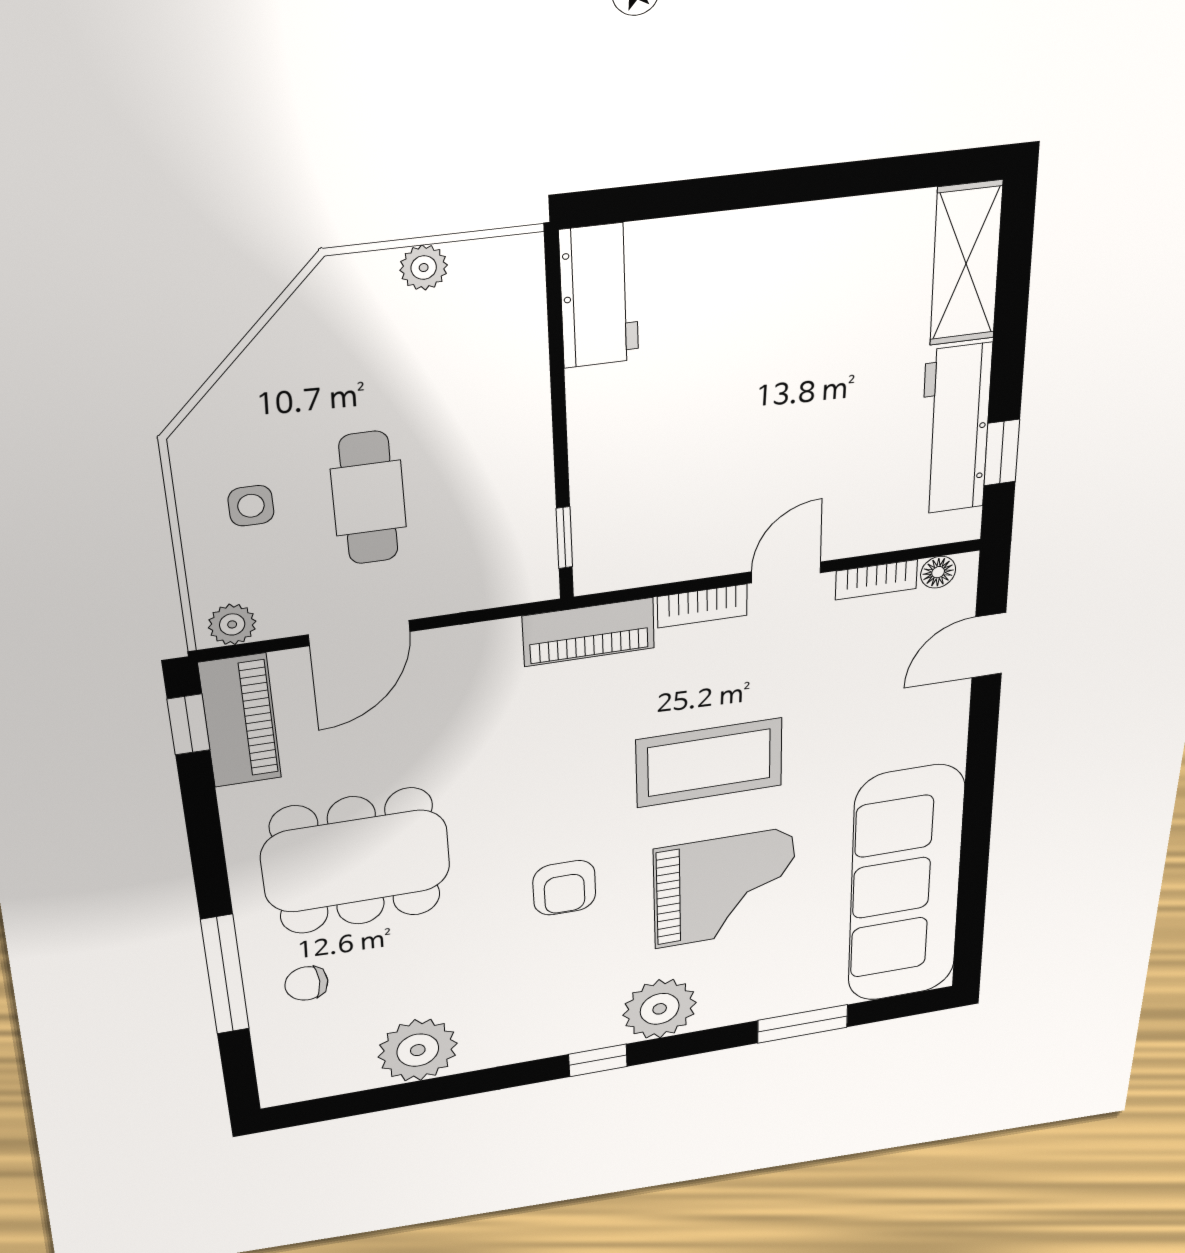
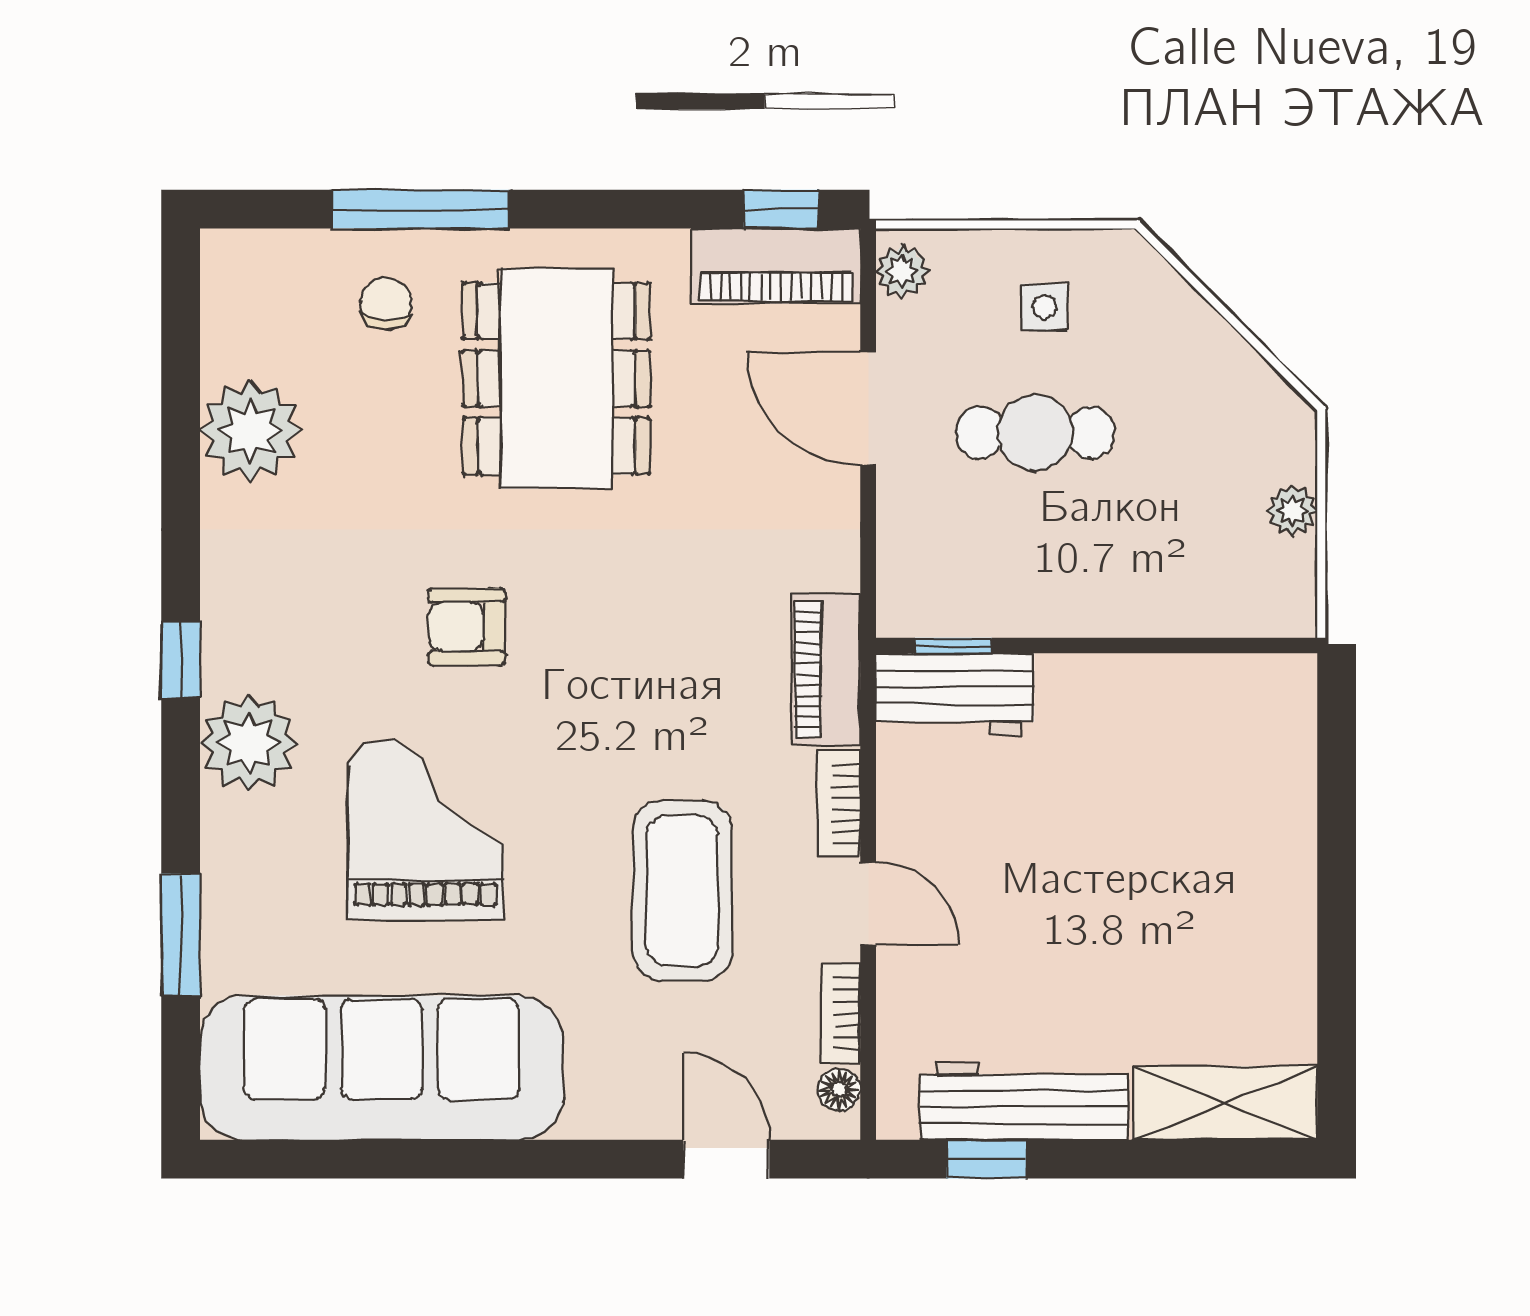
workbench: (599, 296) -> (955, 694), moved
coffee table: (709, 763) -> (682, 891), moved
grand piano: (725, 888) -> (426, 829), turned 180

